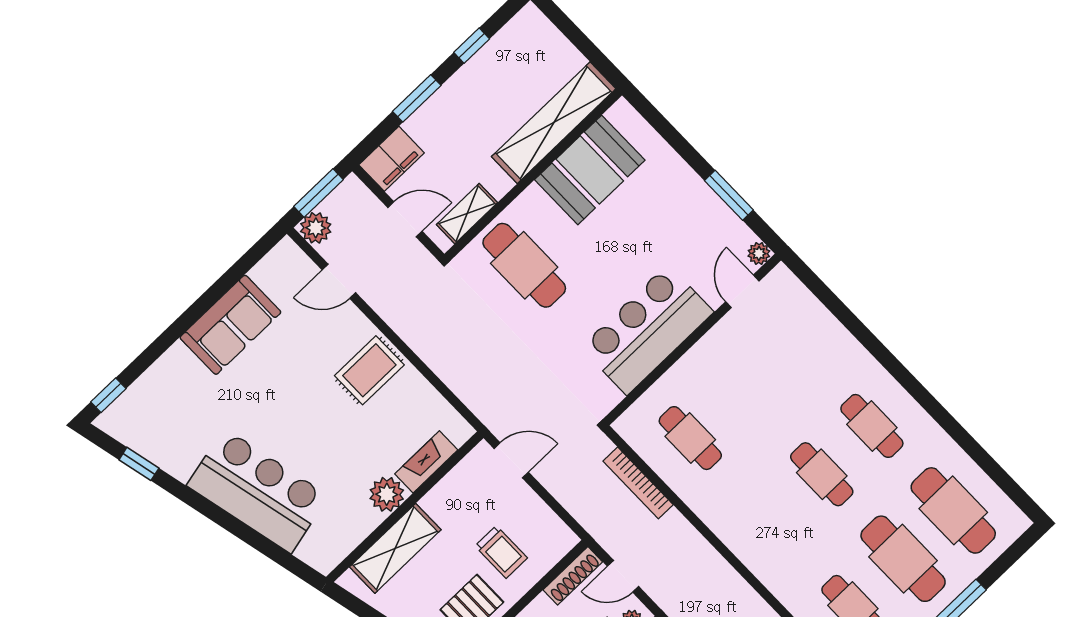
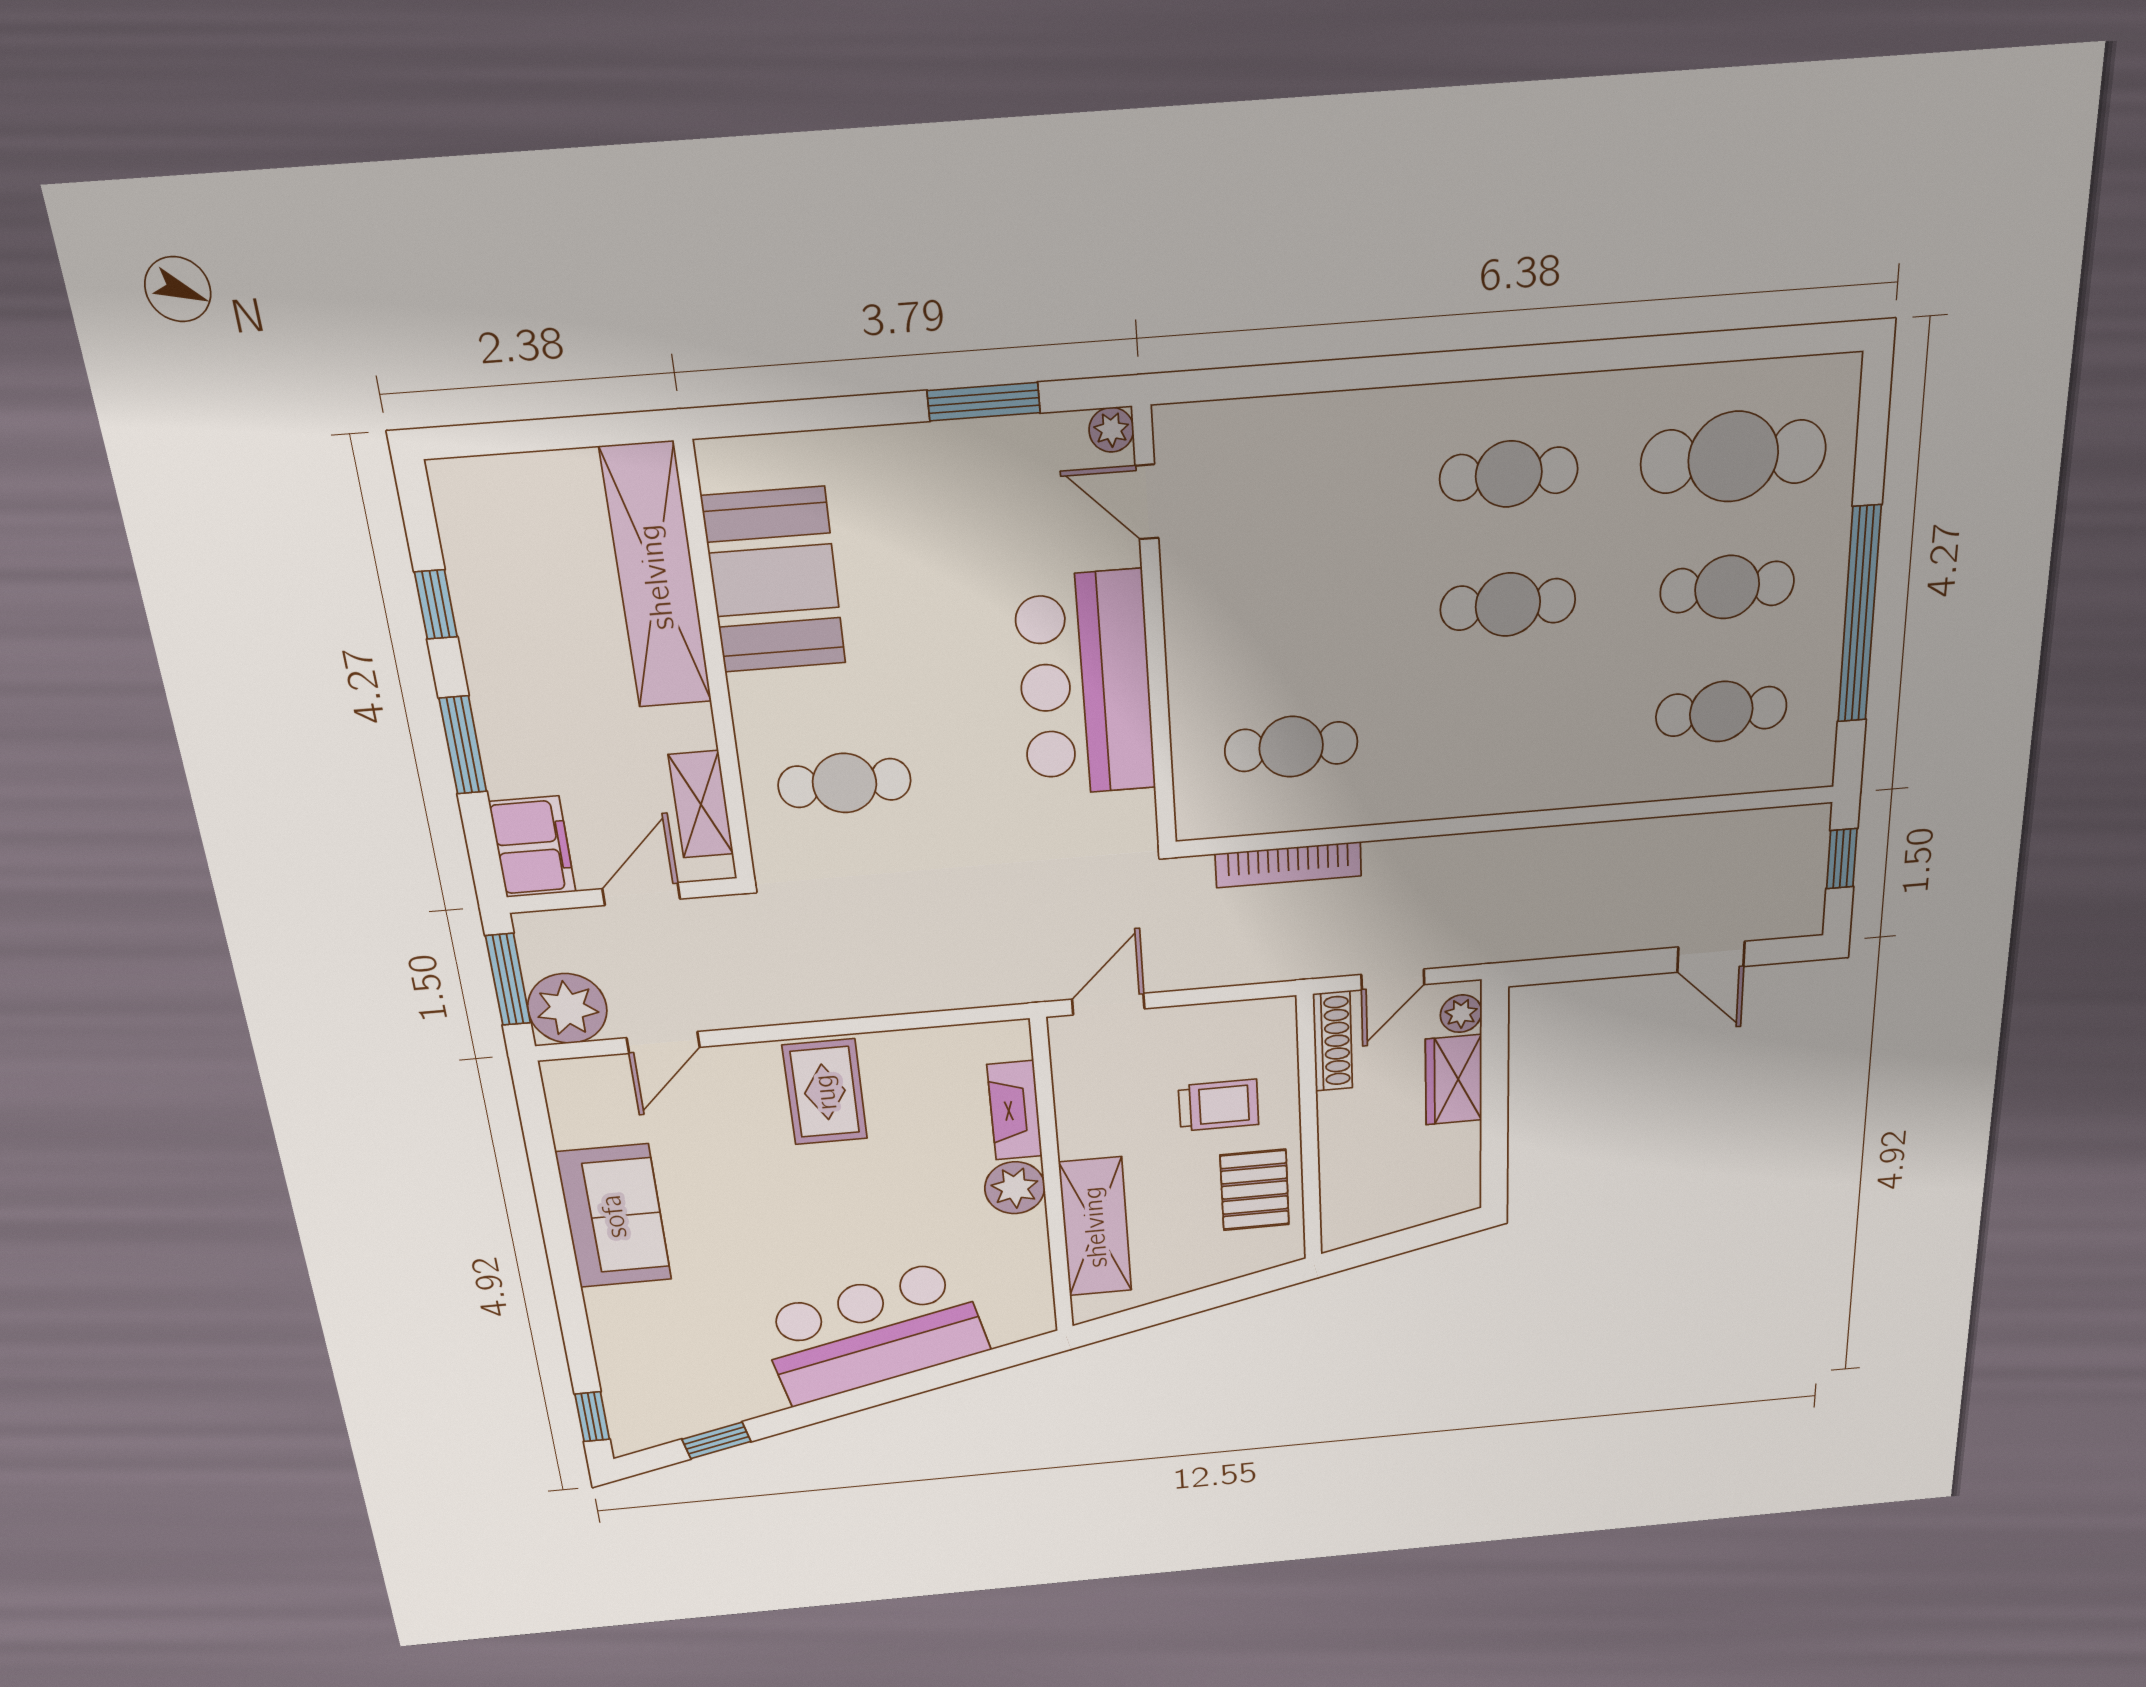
plant: (316, 228) -> (567, 1008), width x1.36, depth x1.36
cafe table: (524, 265) -> (844, 783), width x0.73, depth x0.74
cafe table: (903, 559) -> (1727, 587), width x0.73, depth x0.74

